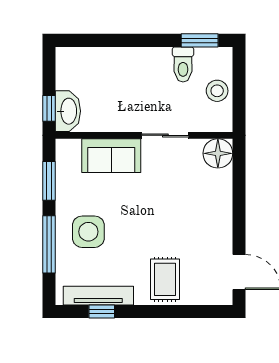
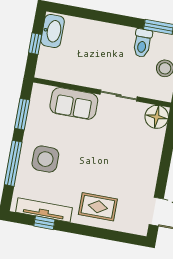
window: (49, 108) -> (35, 44), moved
washbasin: (68, 111) -> (53, 31), moved
rug: (165, 279) -> (98, 207), turned 90

